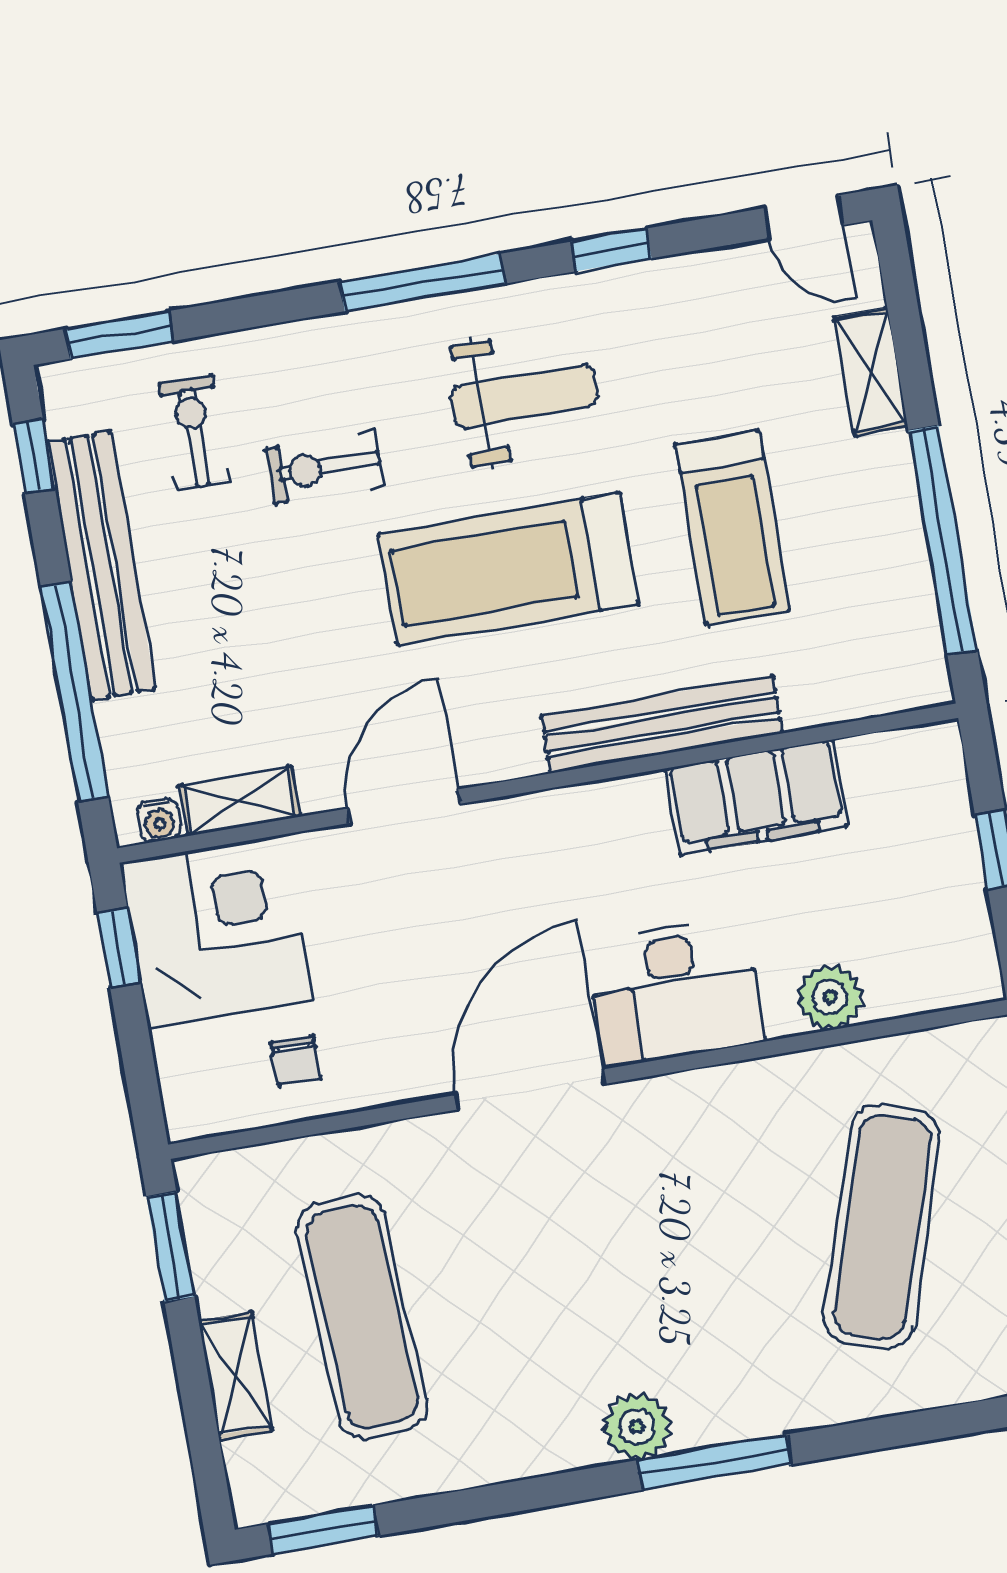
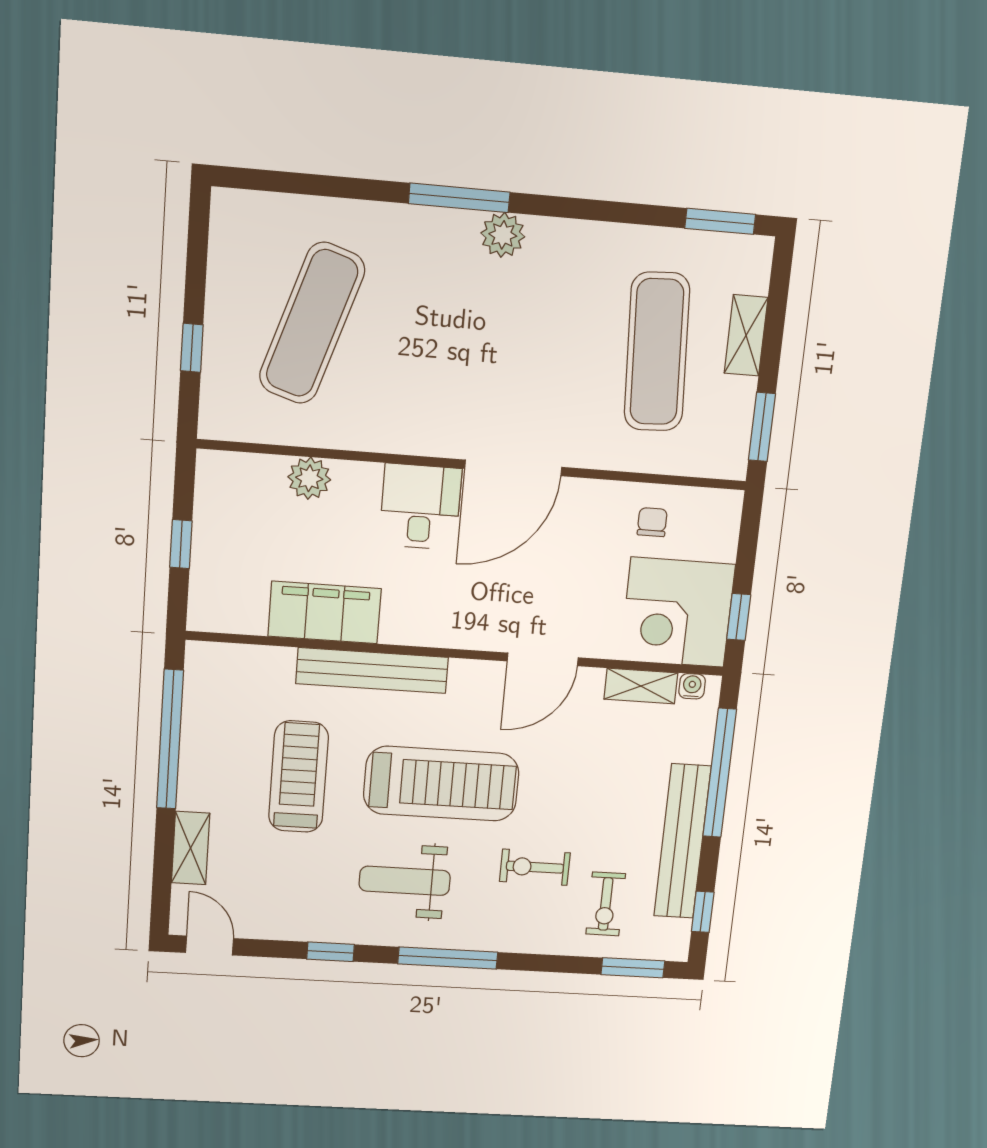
exercise bike: (324, 467) -> (535, 867), turned 180
desk: (675, 992) -> (420, 507), width x0.73

